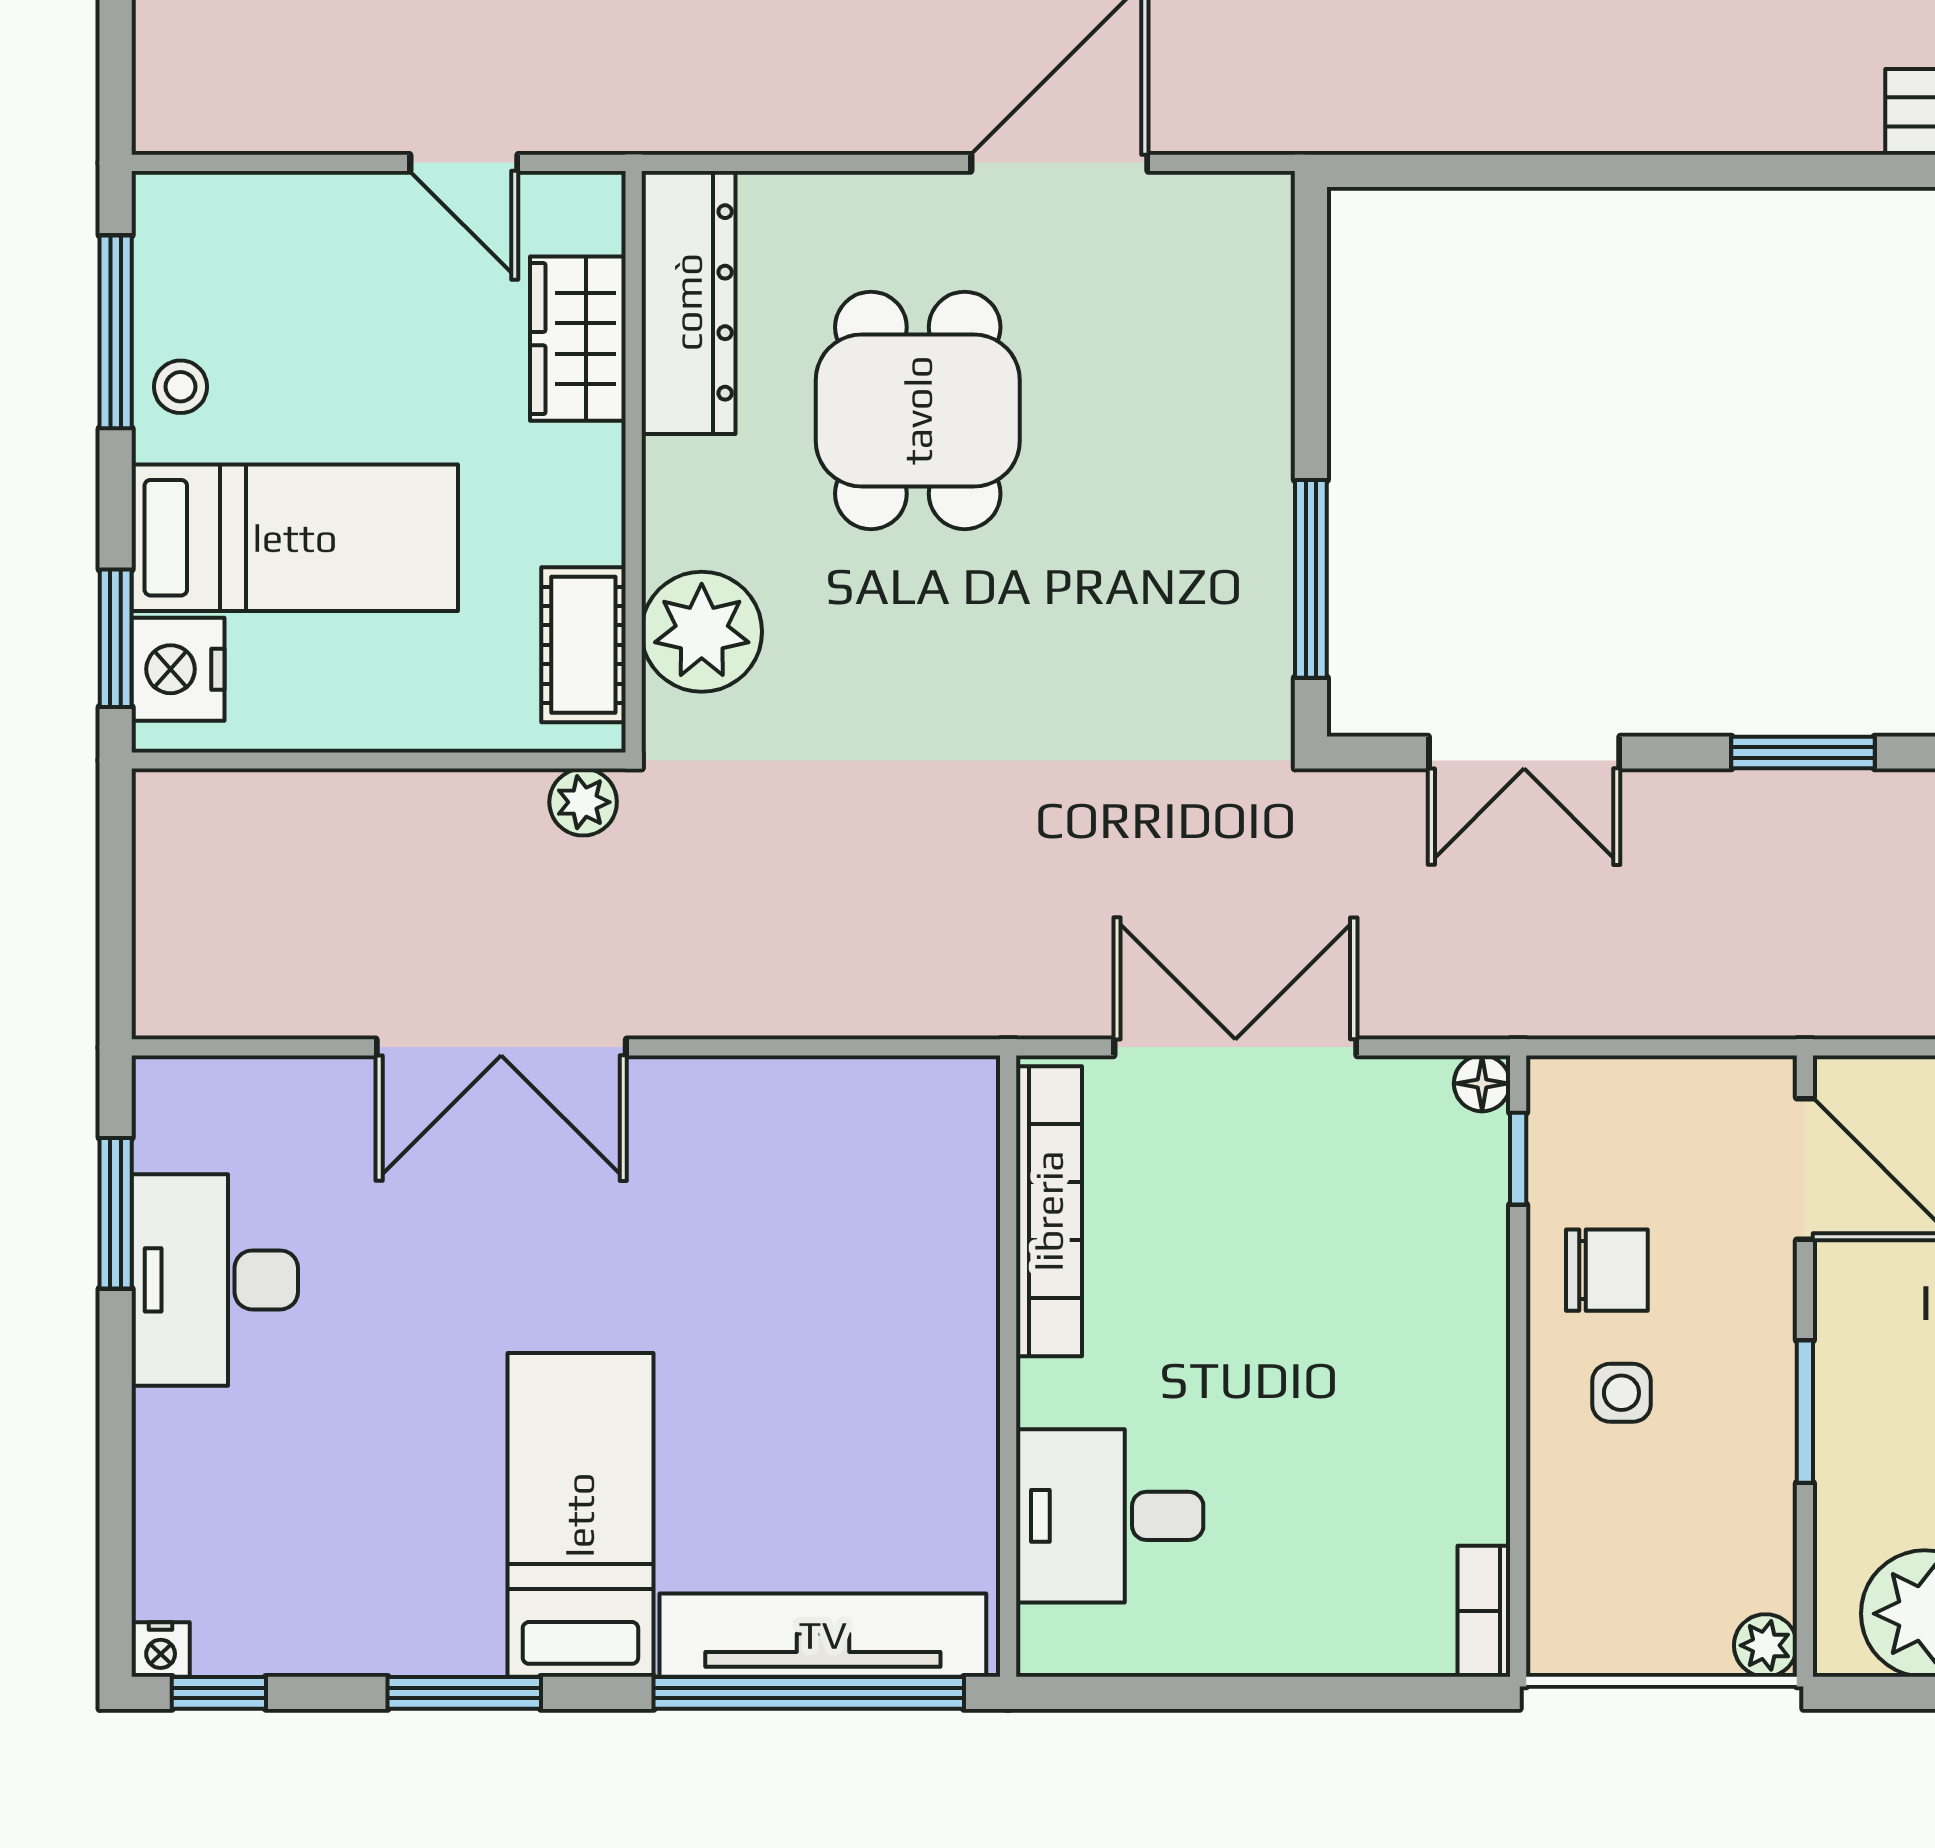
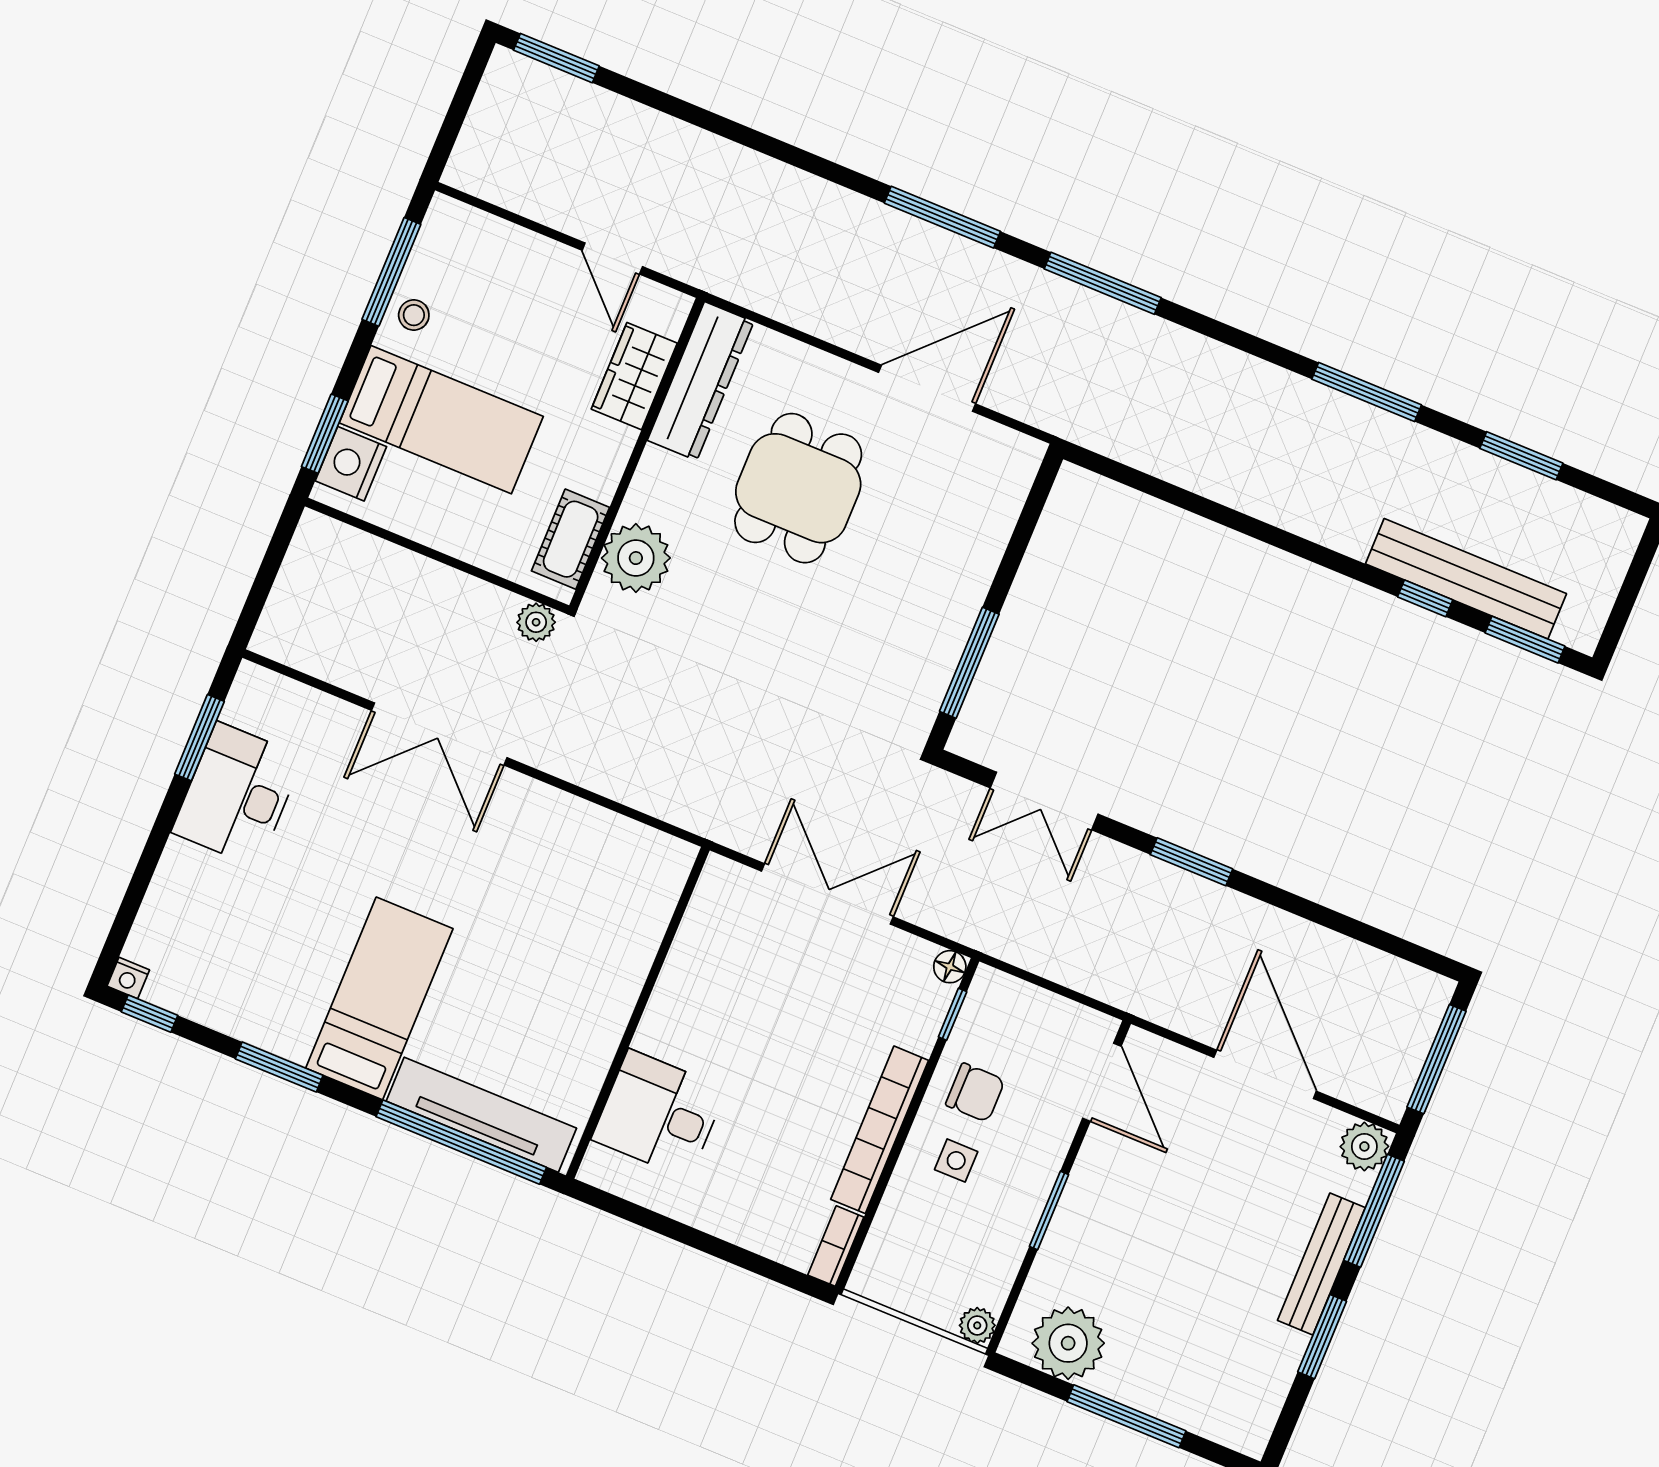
bookcase: (1049, 1211) -> (880, 1130), moved, turned 180

